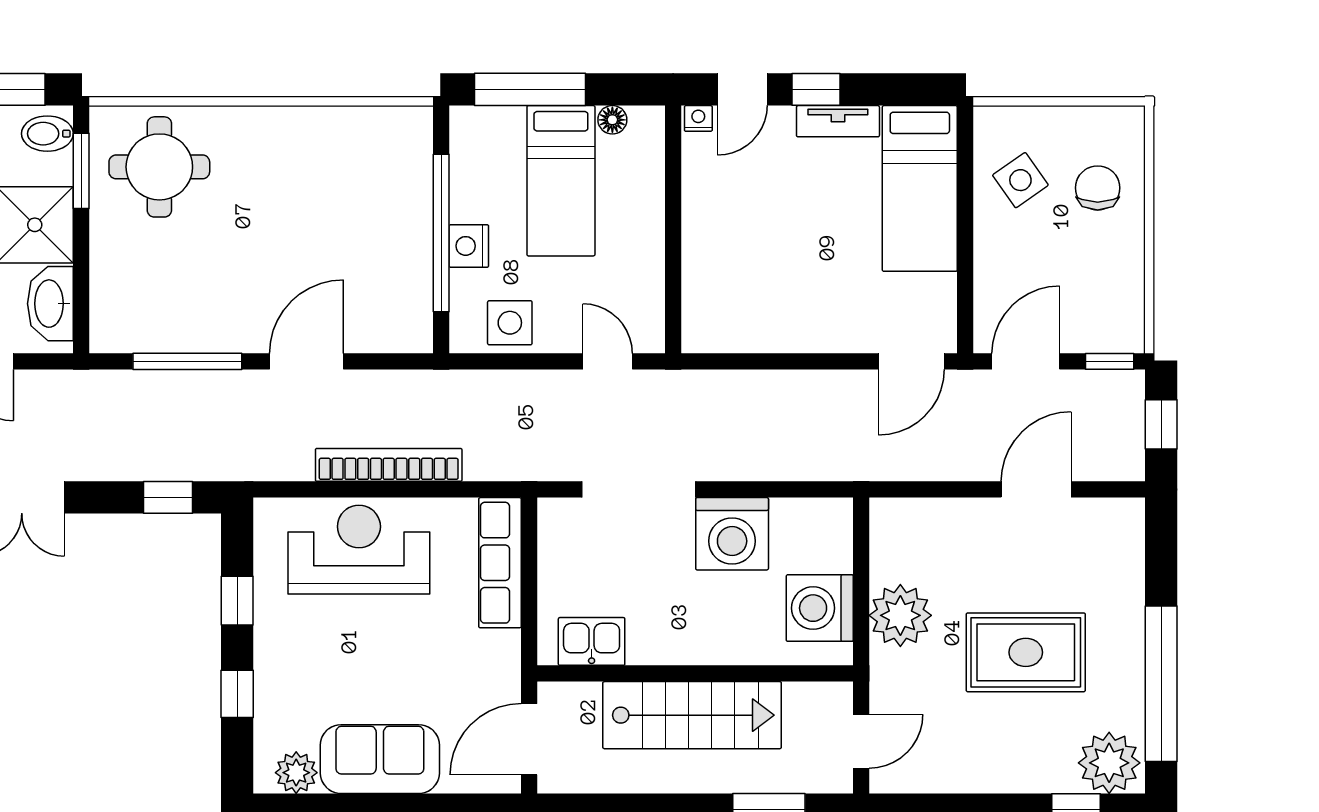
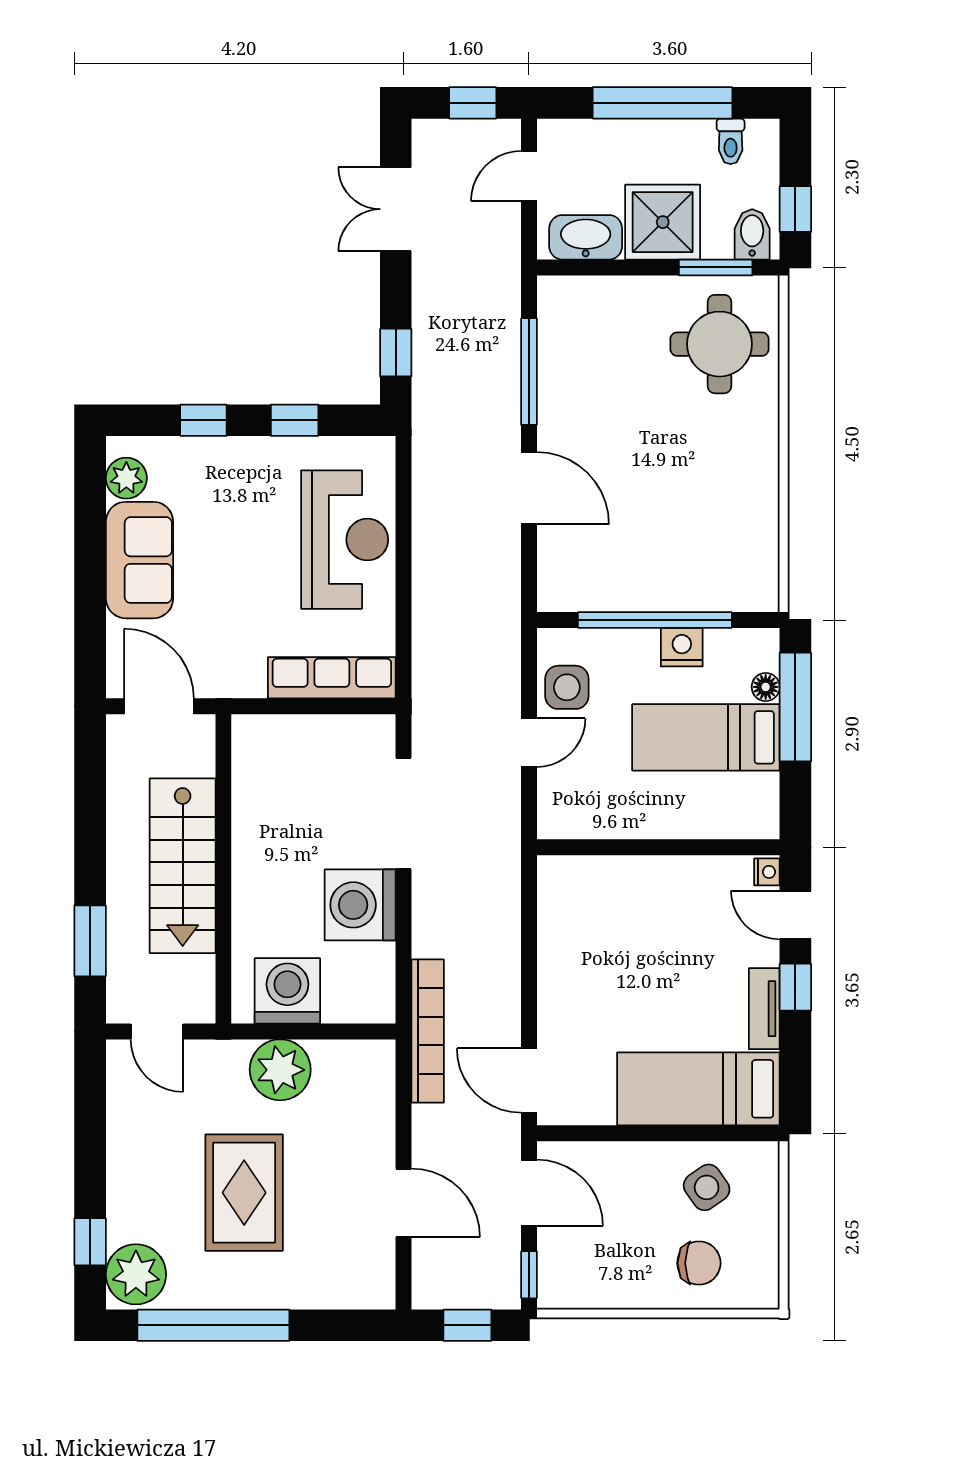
floor lamp: (612, 120) -> (766, 687), moved
nightstand: (469, 246) -> (682, 647), moved
door: (608, 361) -> (529, 743), moved
bookcase: (389, 465) -> (428, 1031), moved
kitchen sink: (592, 641) -> (255, 767), removed

